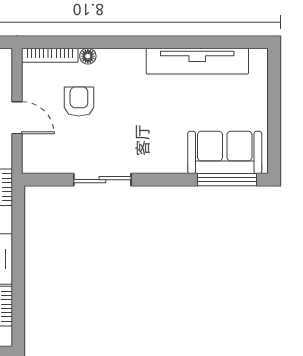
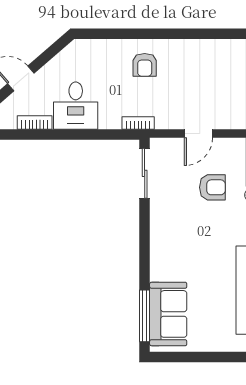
sliding door: (102, 180) -> (145, 173), moved

